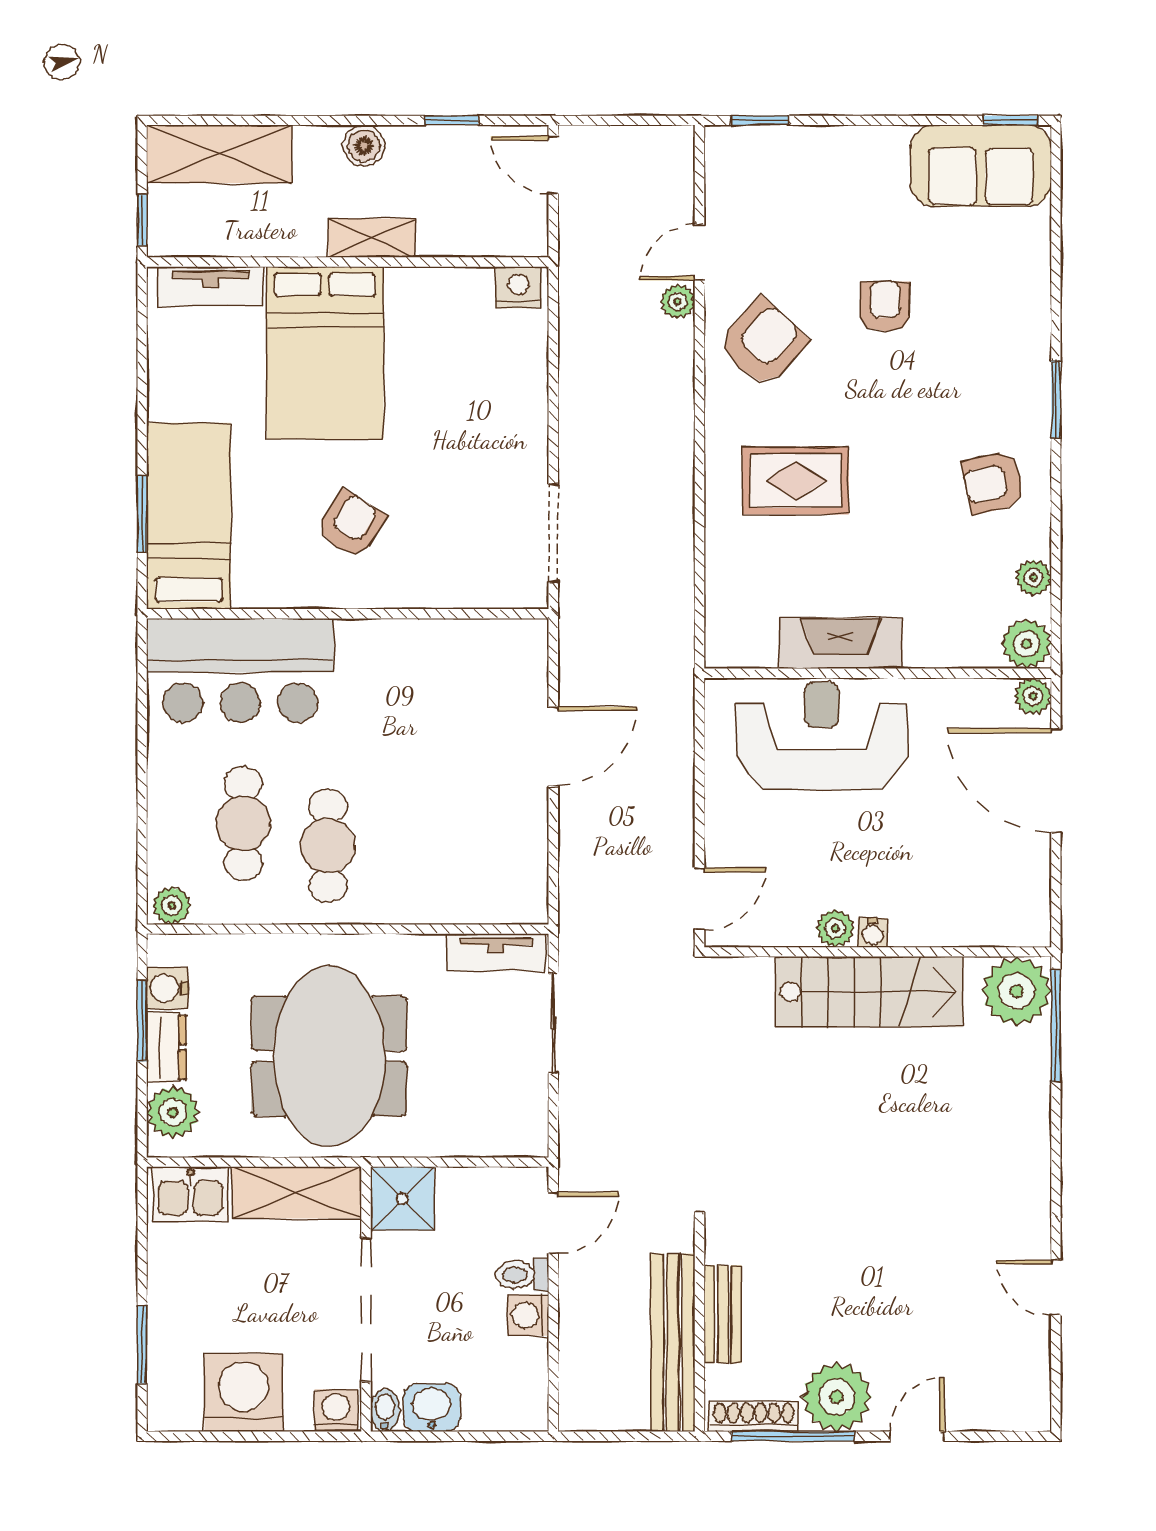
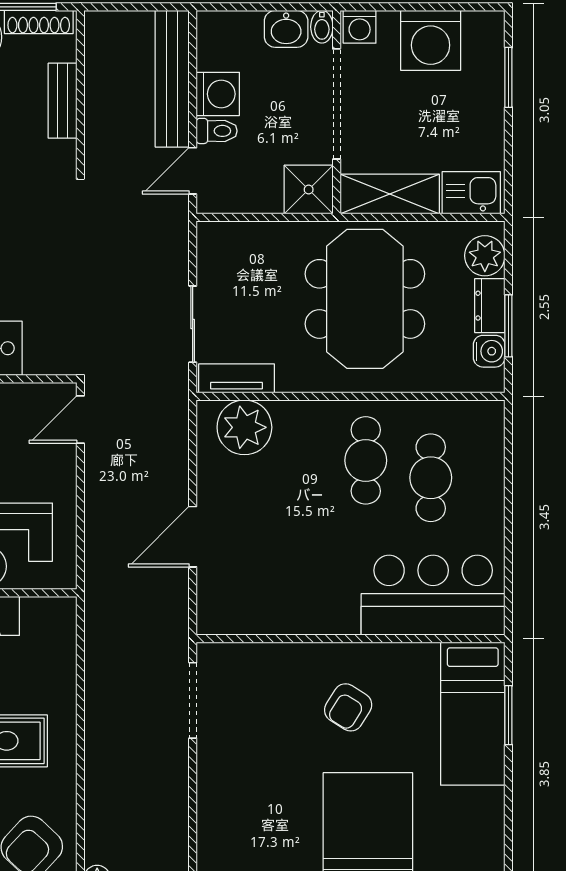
plant: (172, 905) -> (244, 427), moved, width x1.88, depth x1.88
washing machine: (528, 1315) -> (218, 94), width x1.38, depth x1.38
bench: (673, 1343) -> (172, 79), moved

